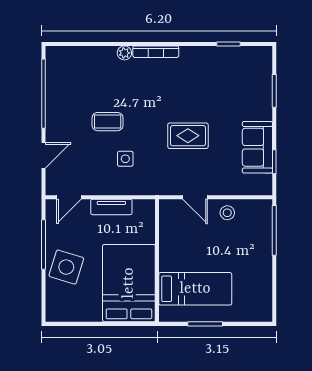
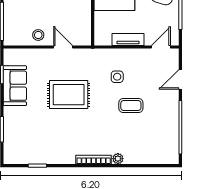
rug: (188, 136) -> (69, 95), width x1.36, depth x1.43

